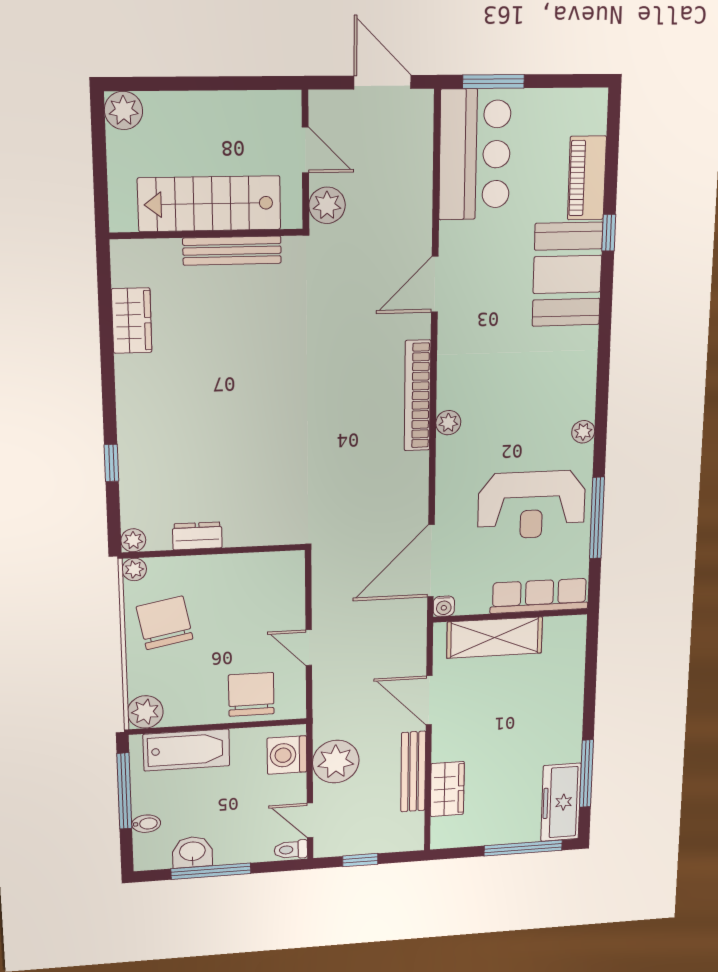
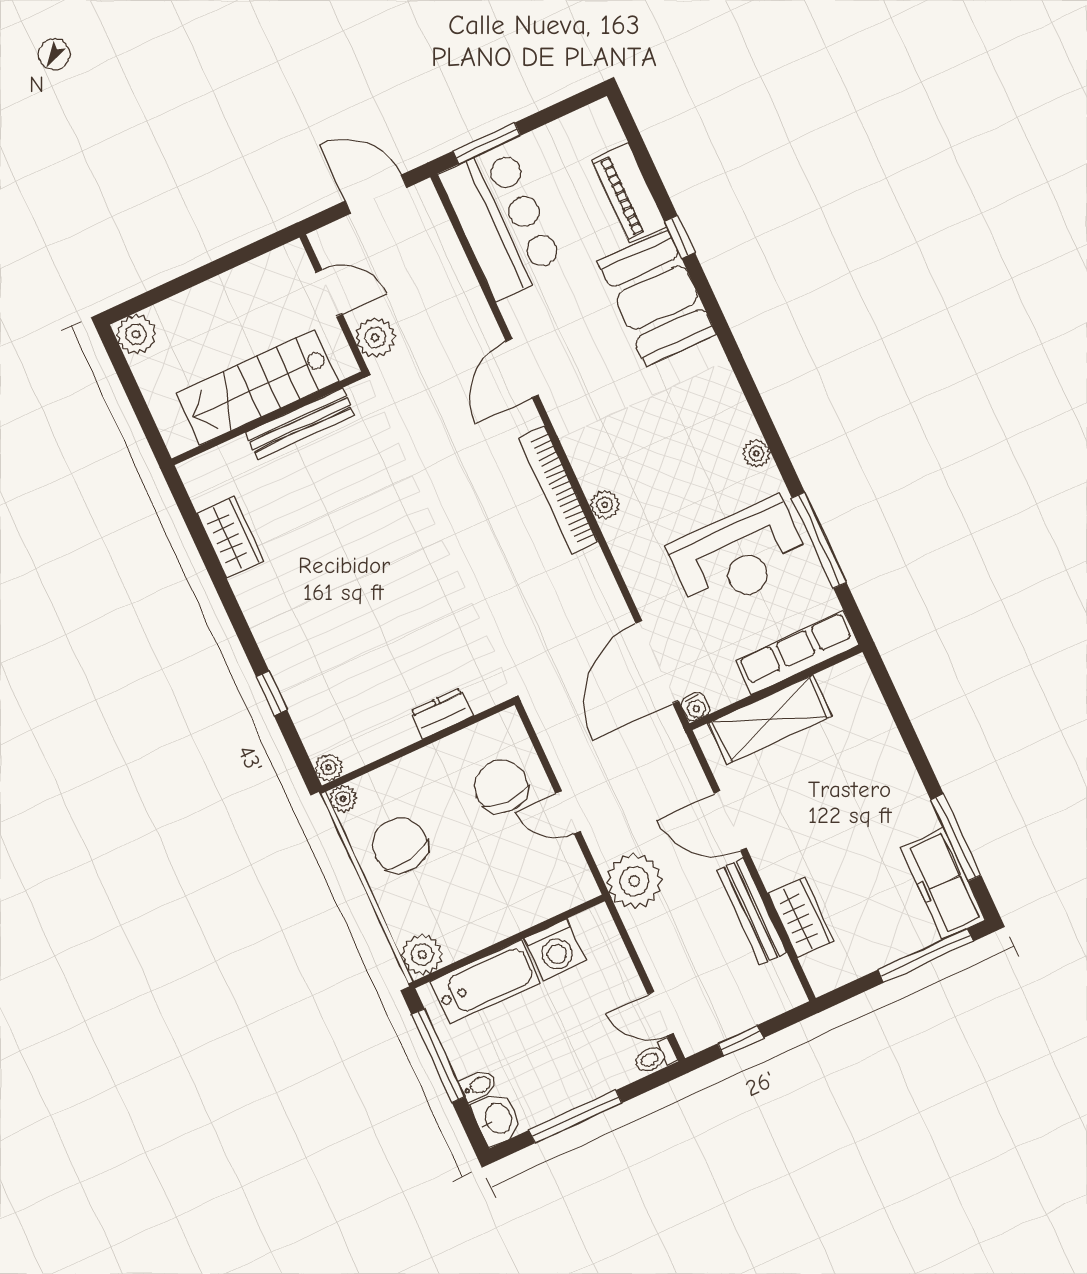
dresser: (197, 536) -> (442, 713), moved
chair: (251, 694) -> (501, 787), moved
washing machine: (287, 755) -> (555, 950), moved, turned -90
plant: (336, 762) -> (634, 881), moved
washbasin: (192, 852) -> (497, 1119), moved, turned 90

